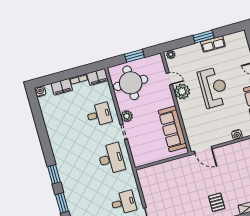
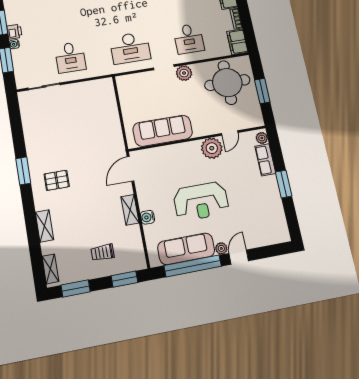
row of seats: (213, 44) -> (265, 160), moved
reception desk: (213, 87) -> (201, 201), moved
shelving: (233, 148) -> (130, 210), added

